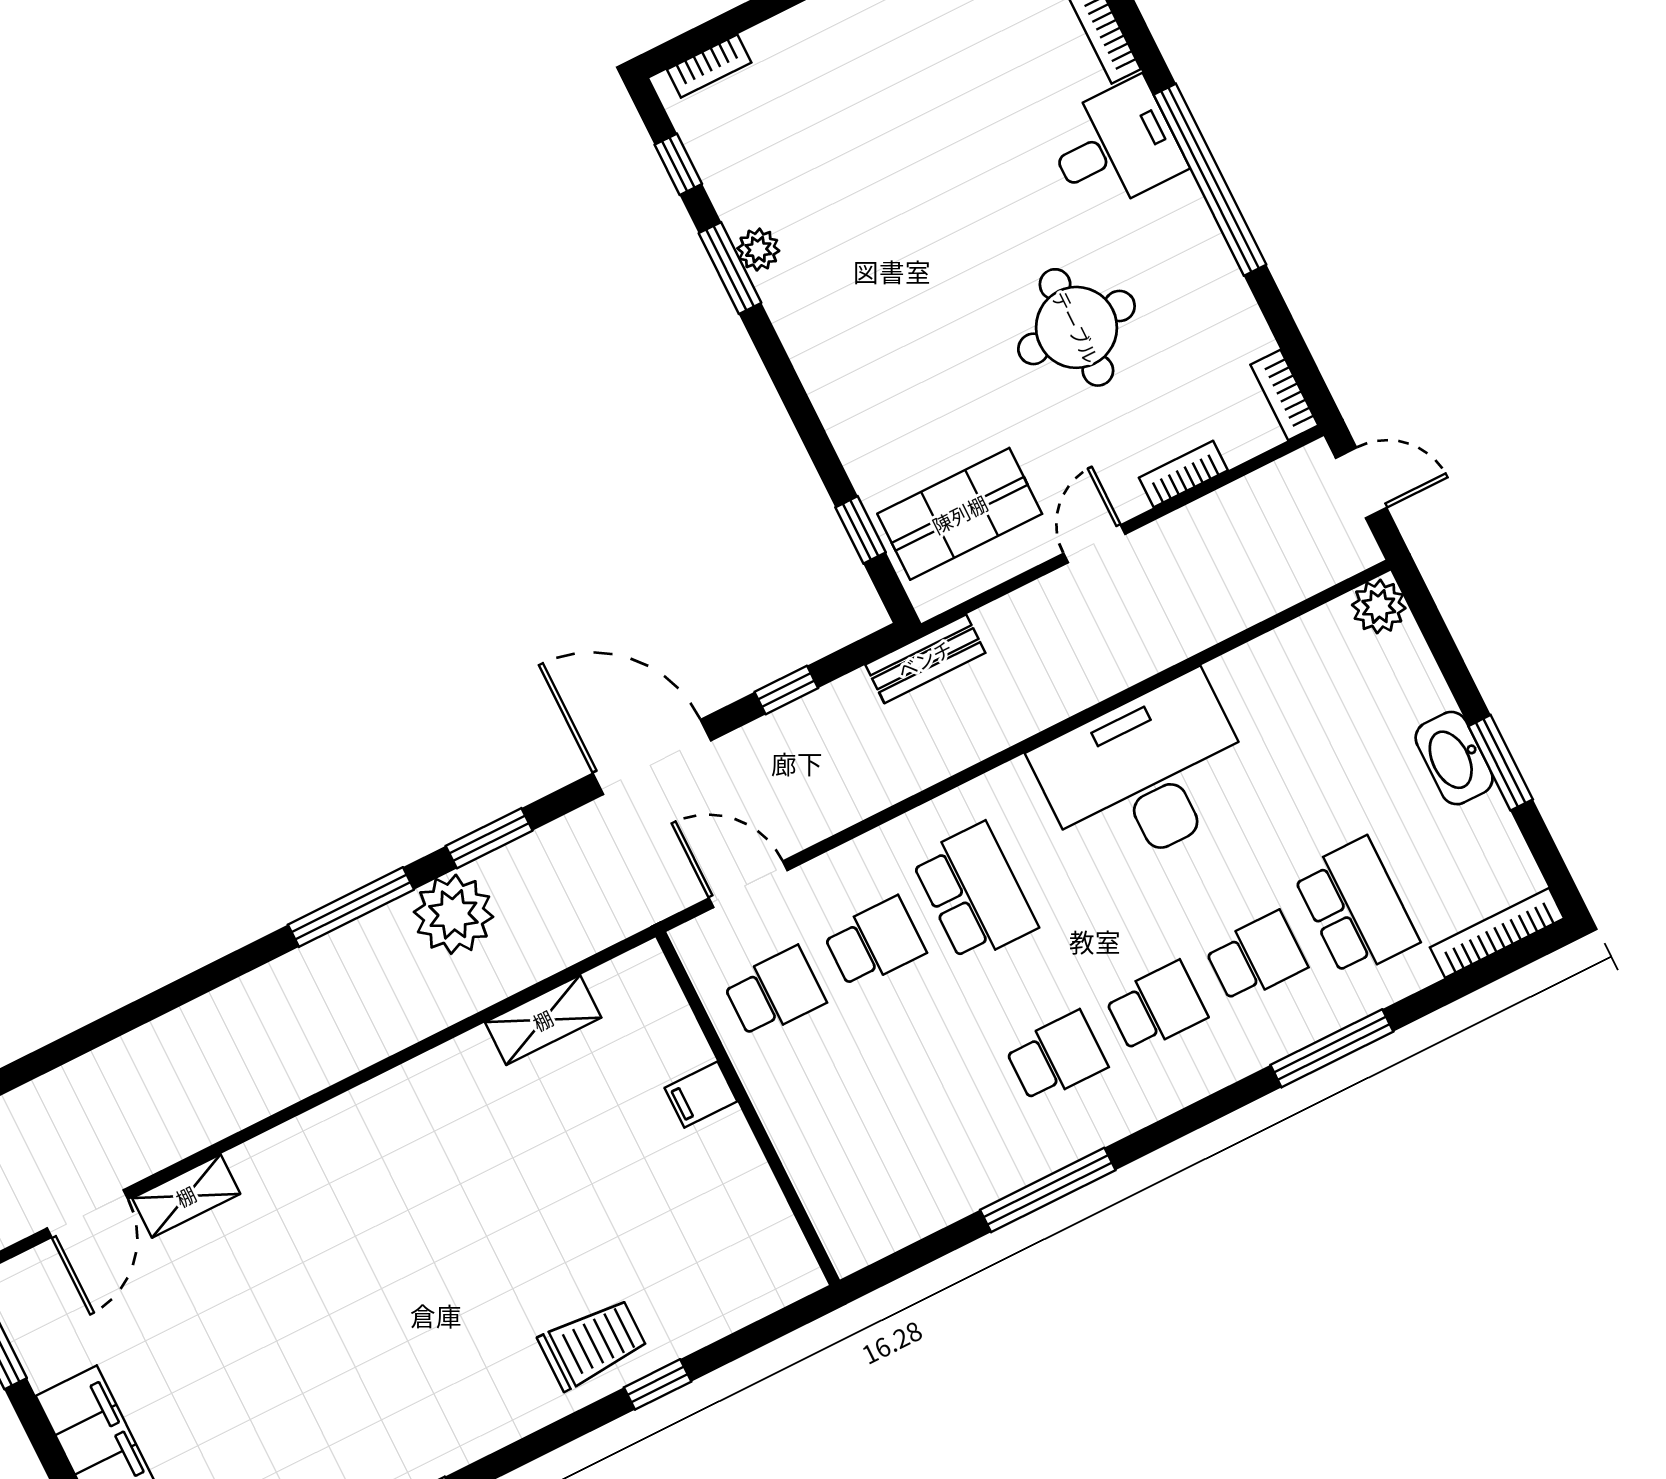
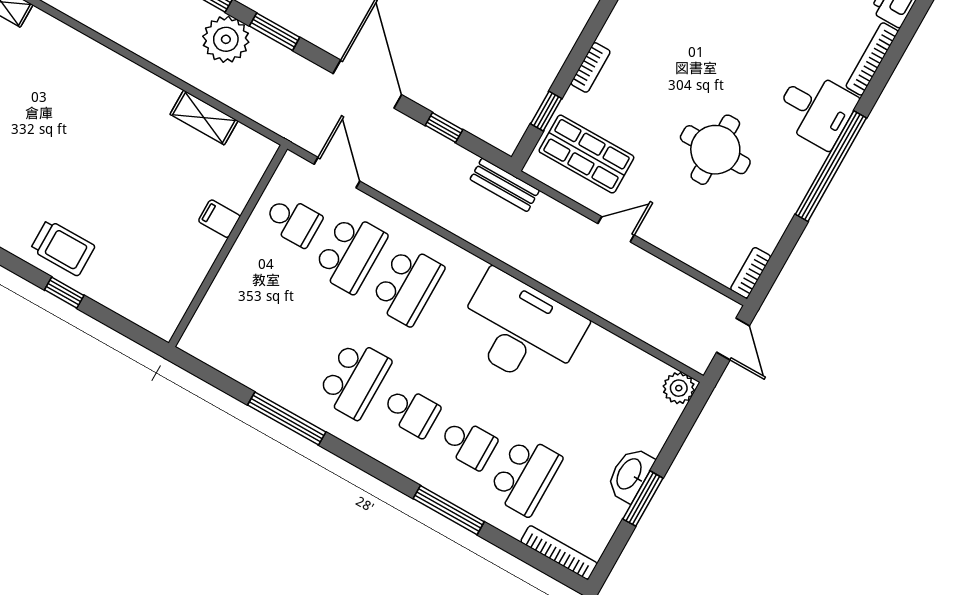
bookcase: (1183, 474) -> (590, 67), moved, turned 90
school desk: (874, 943) -> (350, 253), width x1.85
school desk: (1056, 1057) -> (354, 379), width x1.85

